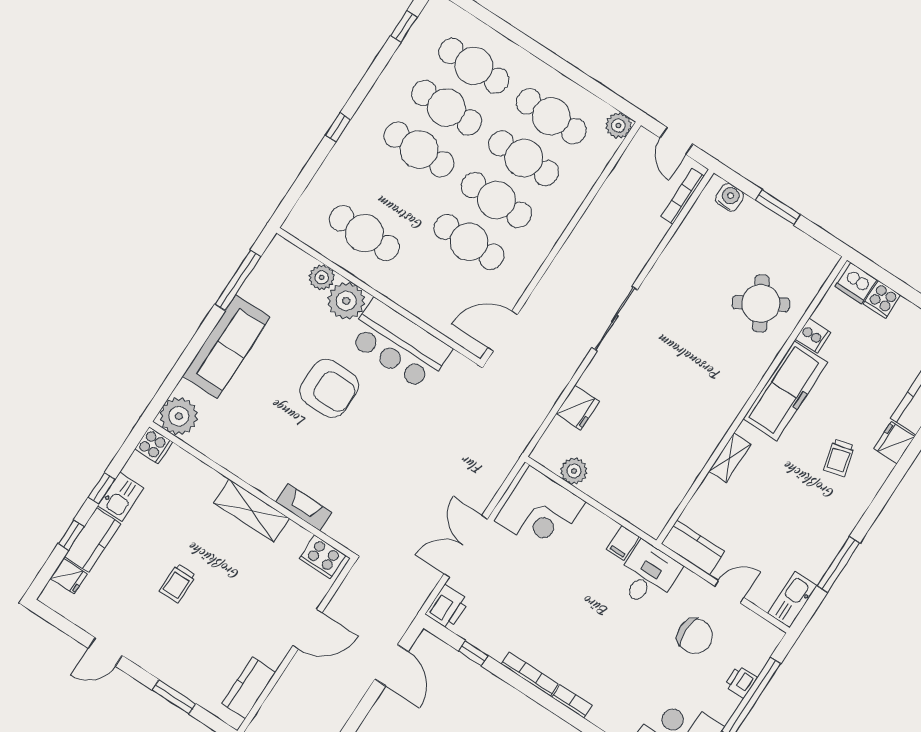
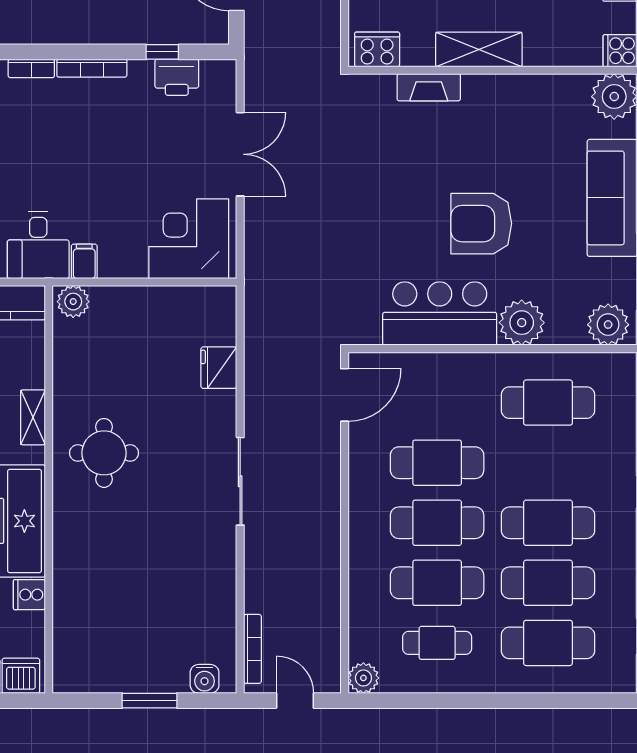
cafe table: (551, 116) -> (437, 643), width x0.73, depth x0.74
plant: (322, 277) -> (608, 325), moved, width x1.36, depth x1.36
round table: (761, 303) -> (104, 453), moved, turned 30
plant: (574, 471) -> (73, 302), moved
printer: (447, 607) -> (177, 77), moved, turned -90

